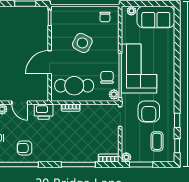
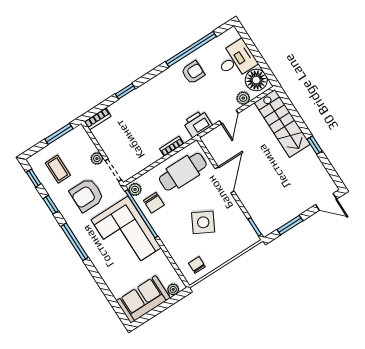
window: (177, 85) -> (75, 242), added
door: (20, 103) -> (229, 117), swing flipped
armchair: (149, 111) -> (87, 195), turned -90
plant: (126, 157) -> (97, 159), moved
window: (78, 164) -> (125, 91), width x0.46

